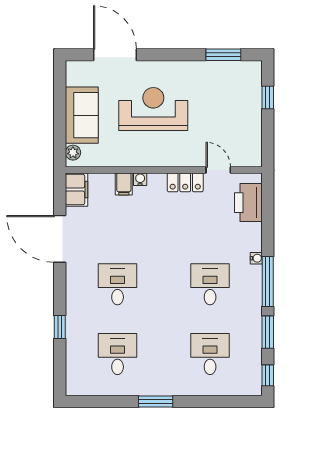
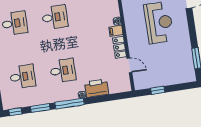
window: (268, 97) -> (158, 90), moved
door: (218, 170) -> (129, 65), hinge flipped
filing cabinet: (124, 184) -> (116, 31), moved
printer: (248, 203) -> (97, 88), moved

